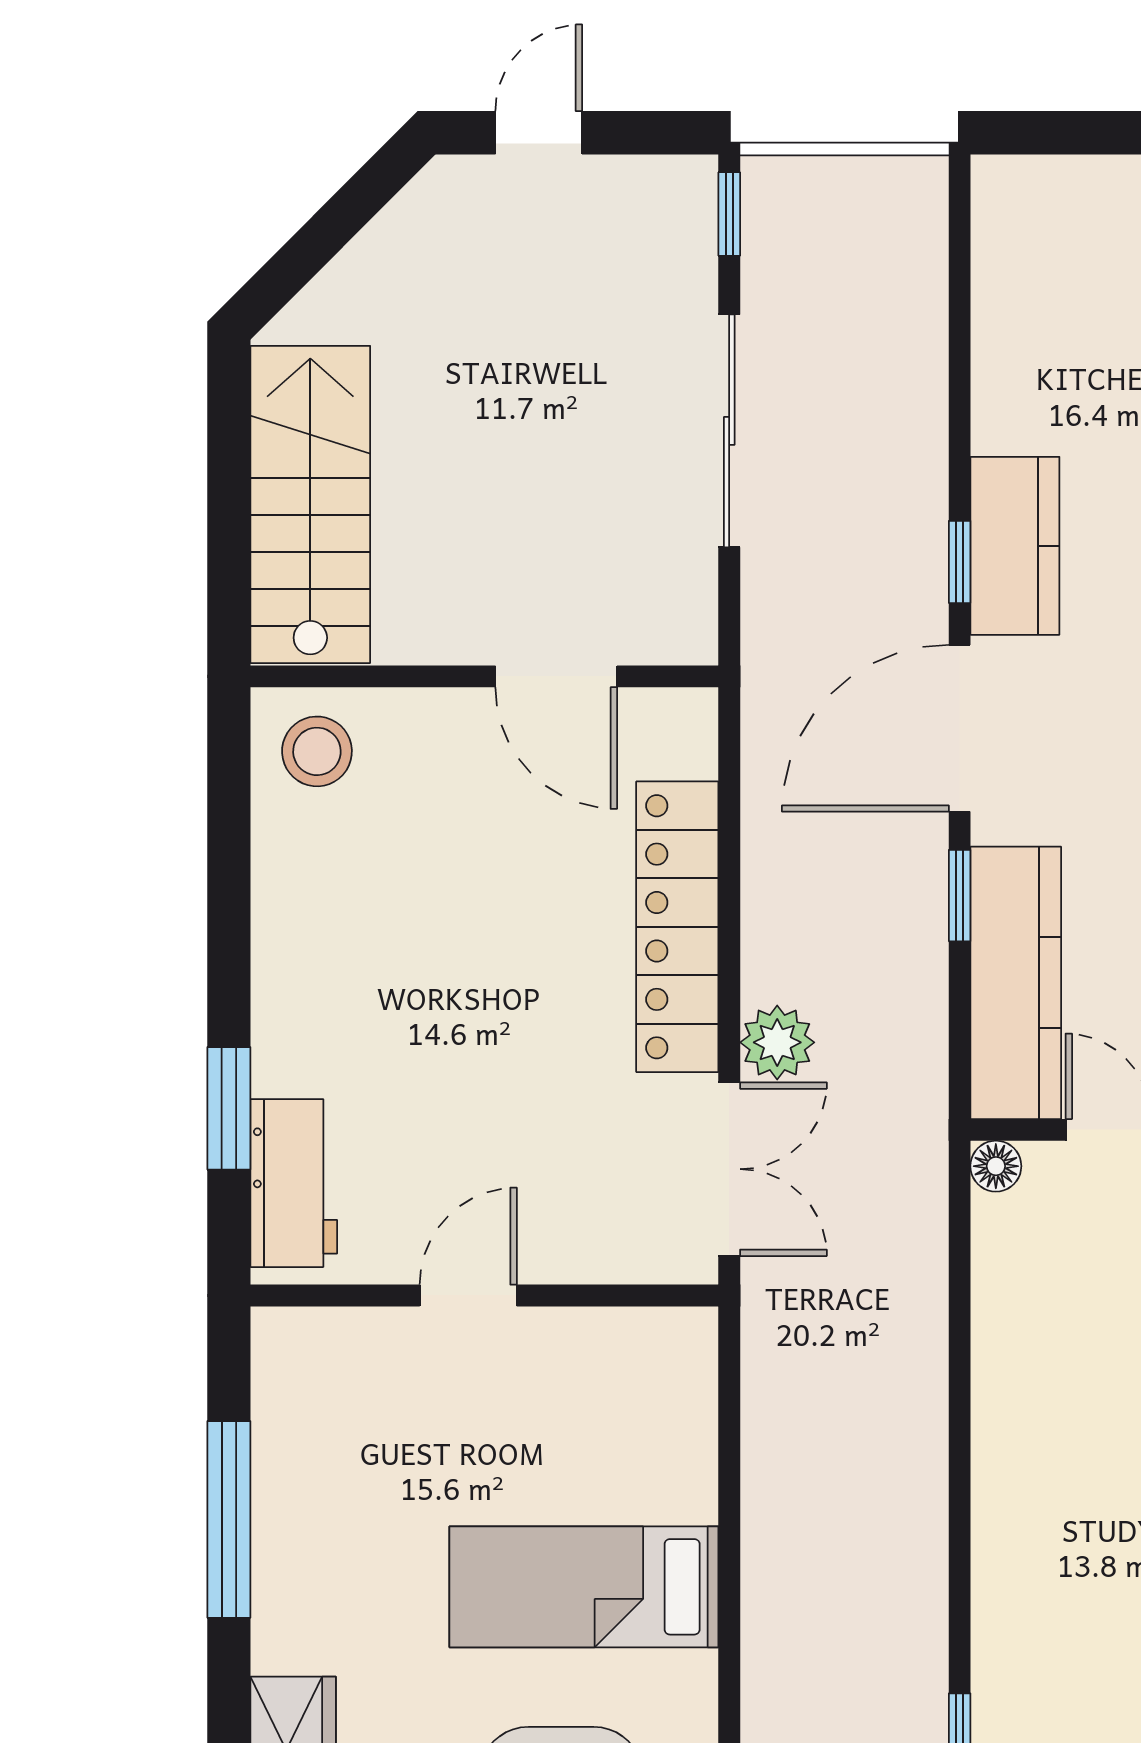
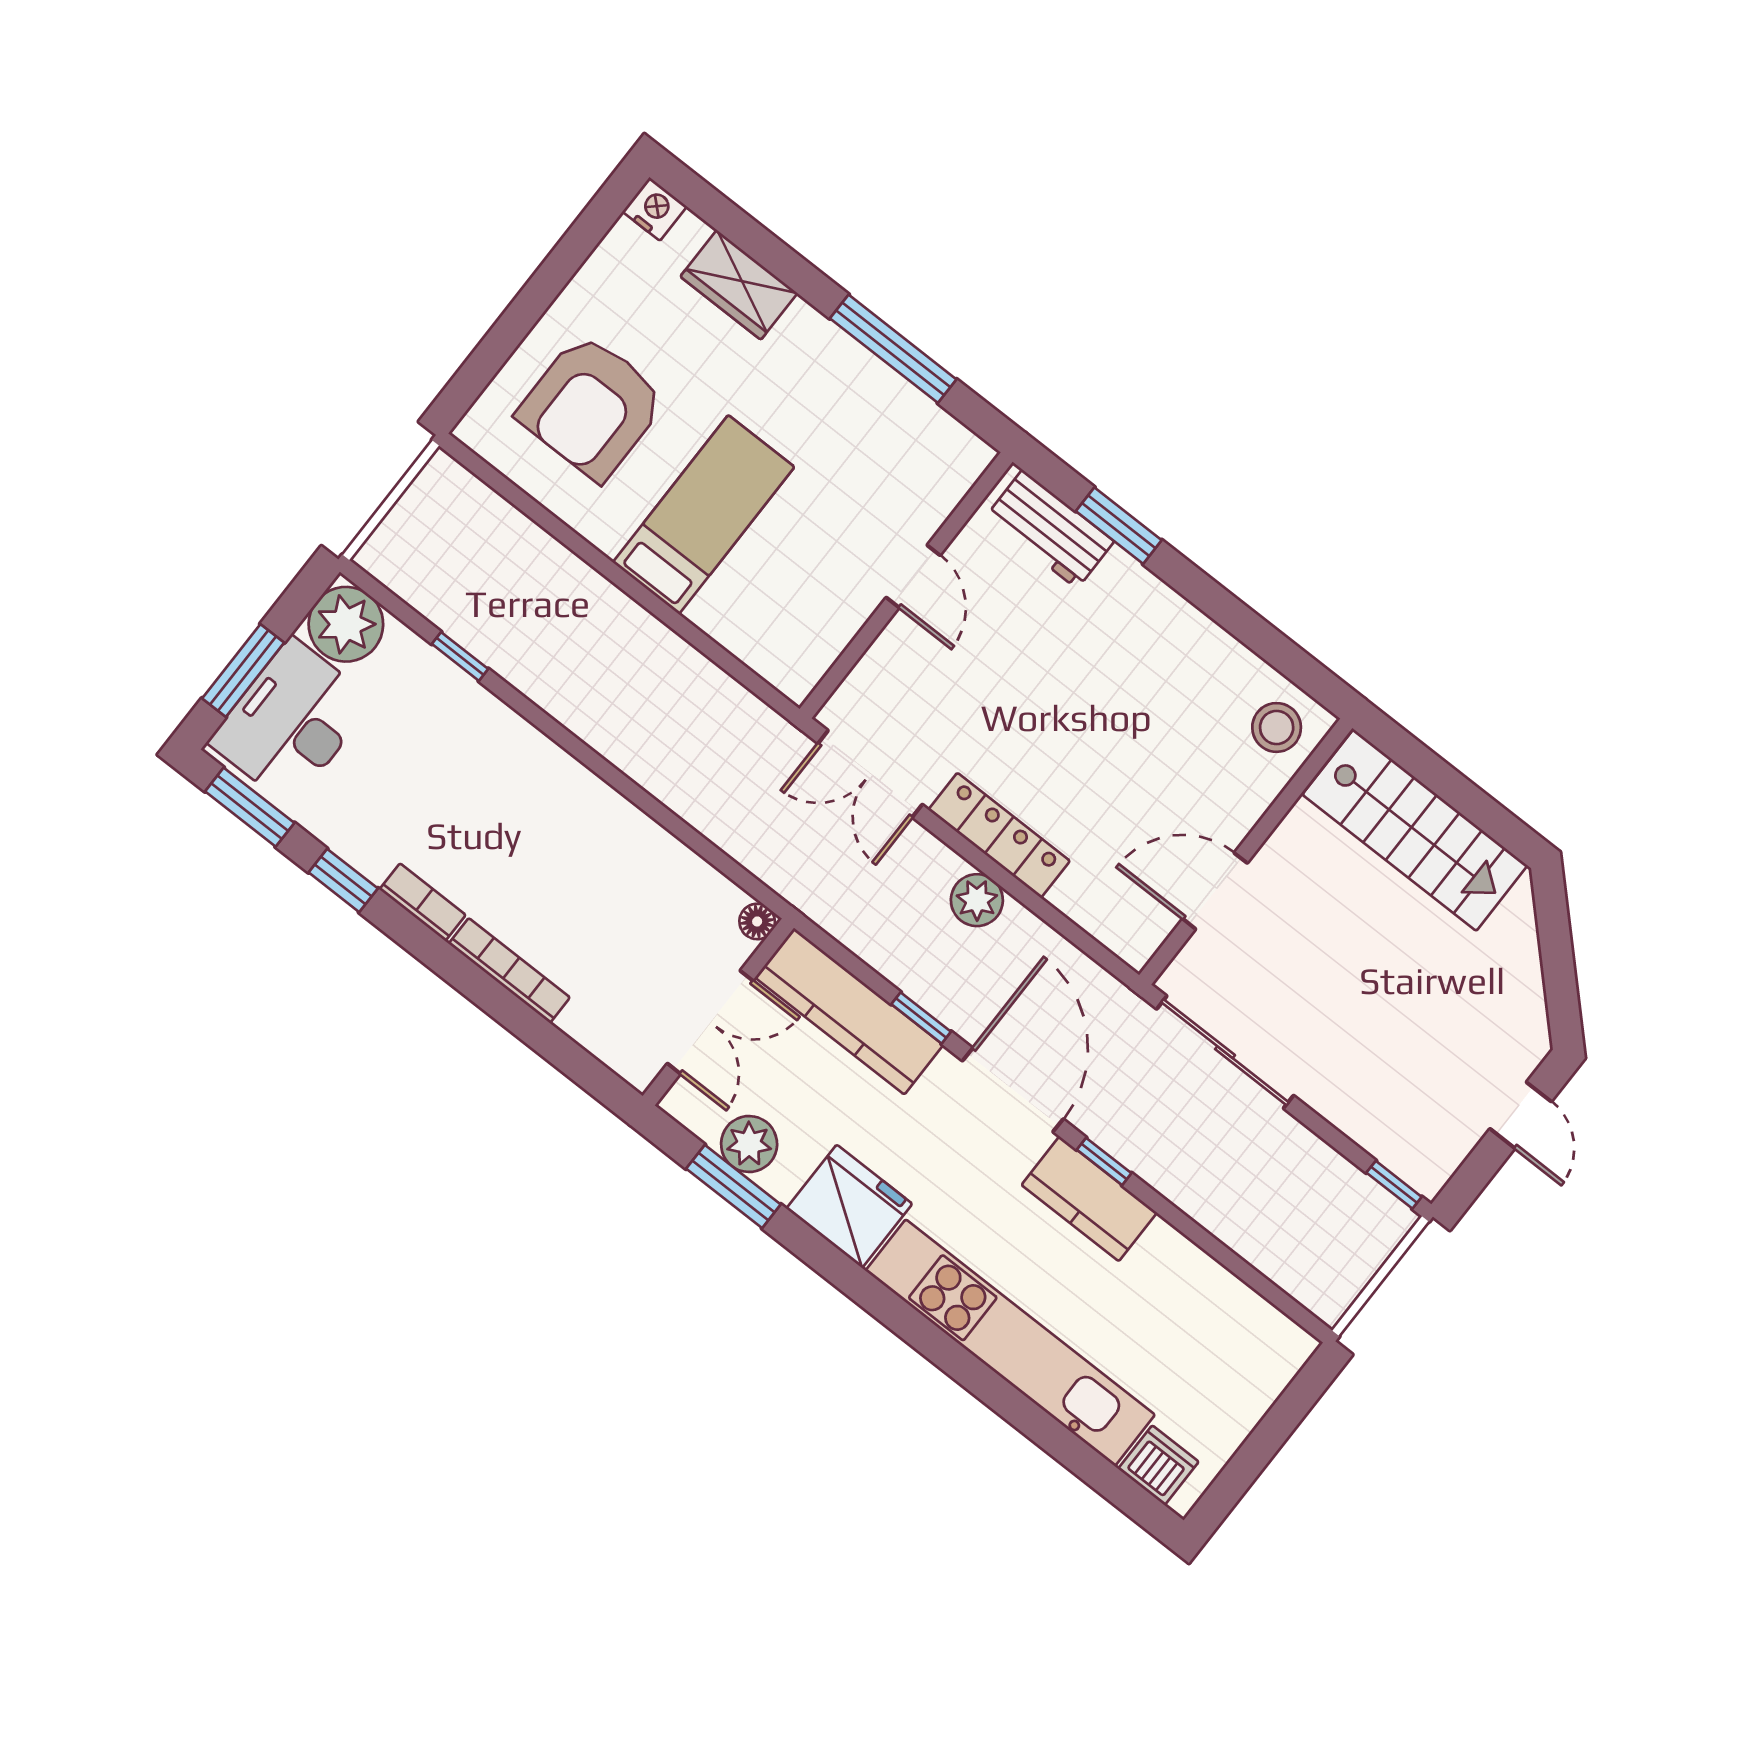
sliding door: (729, 431) -> (1225, 1052), moved
locker: (677, 927) -> (999, 835), width x0.71, depth x0.83
plant: (777, 1042) -> (977, 900), moved

